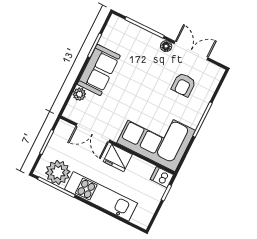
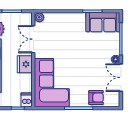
double door: (191, 51) -> (121, 78), swing flipped
sofa: (99, 70) -> (103, 22), moved
armchair: (184, 85) -> (96, 98), moved, turned 180
plant: (79, 94) -> (39, 17), moved

